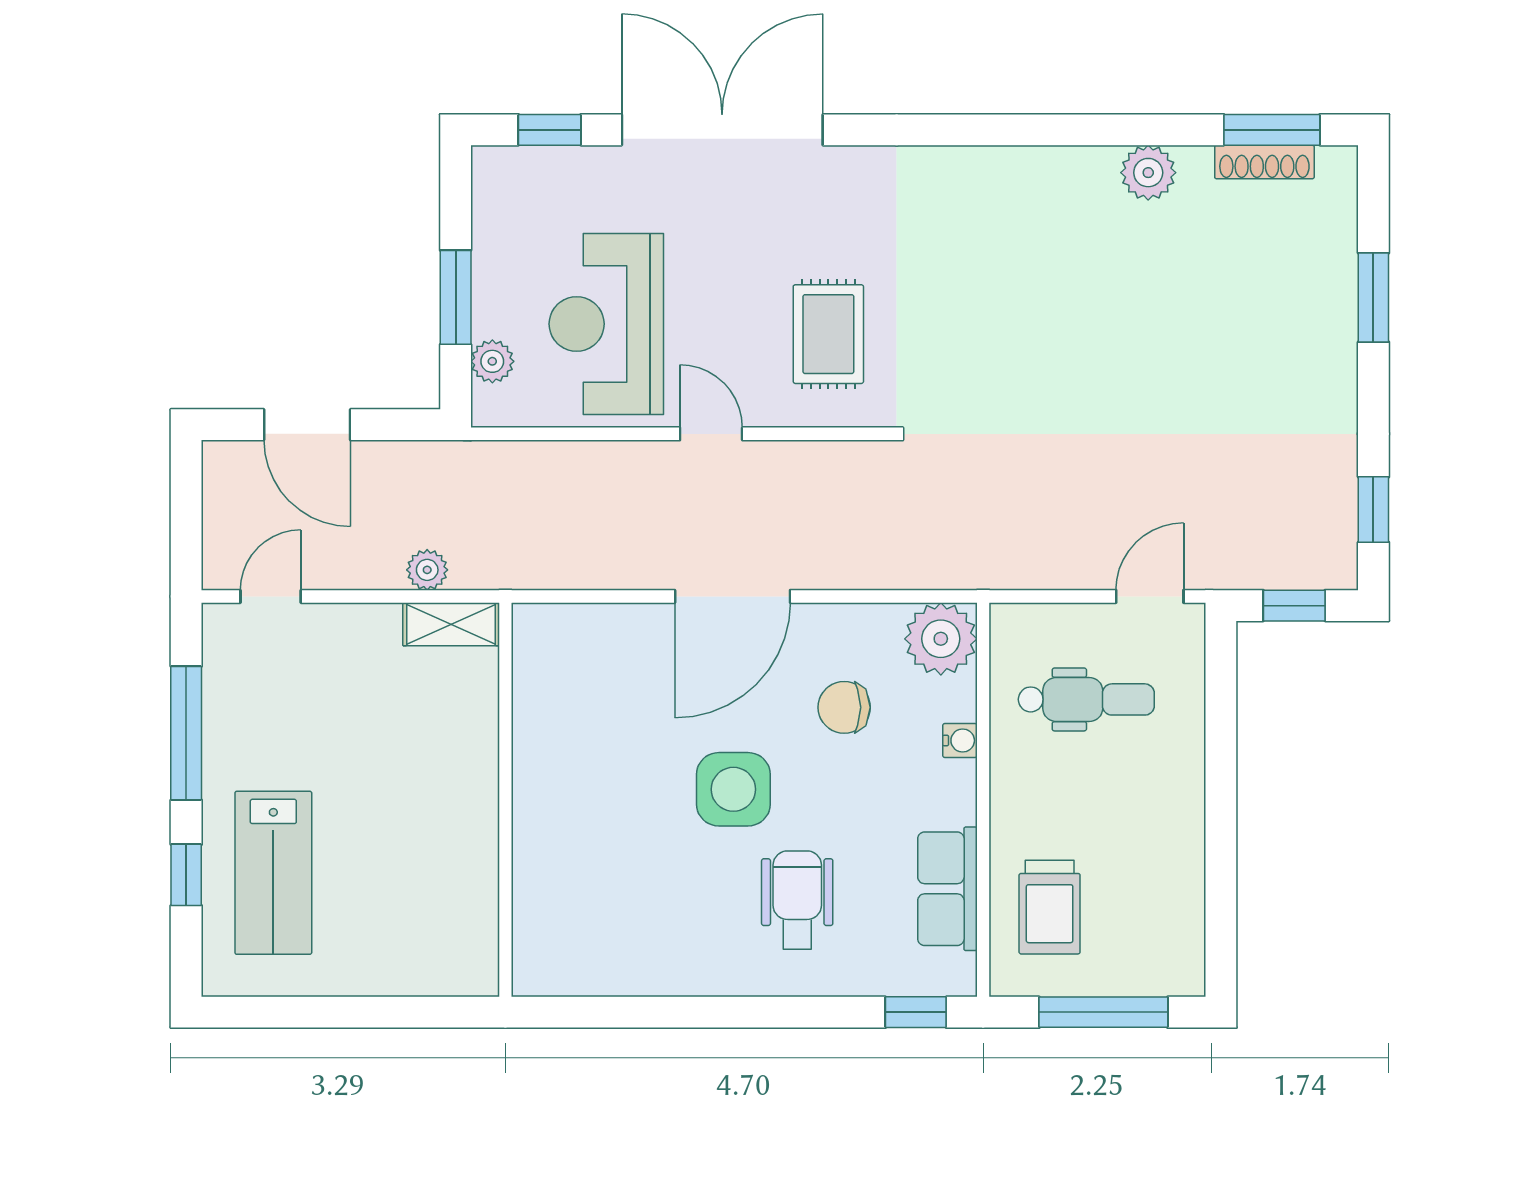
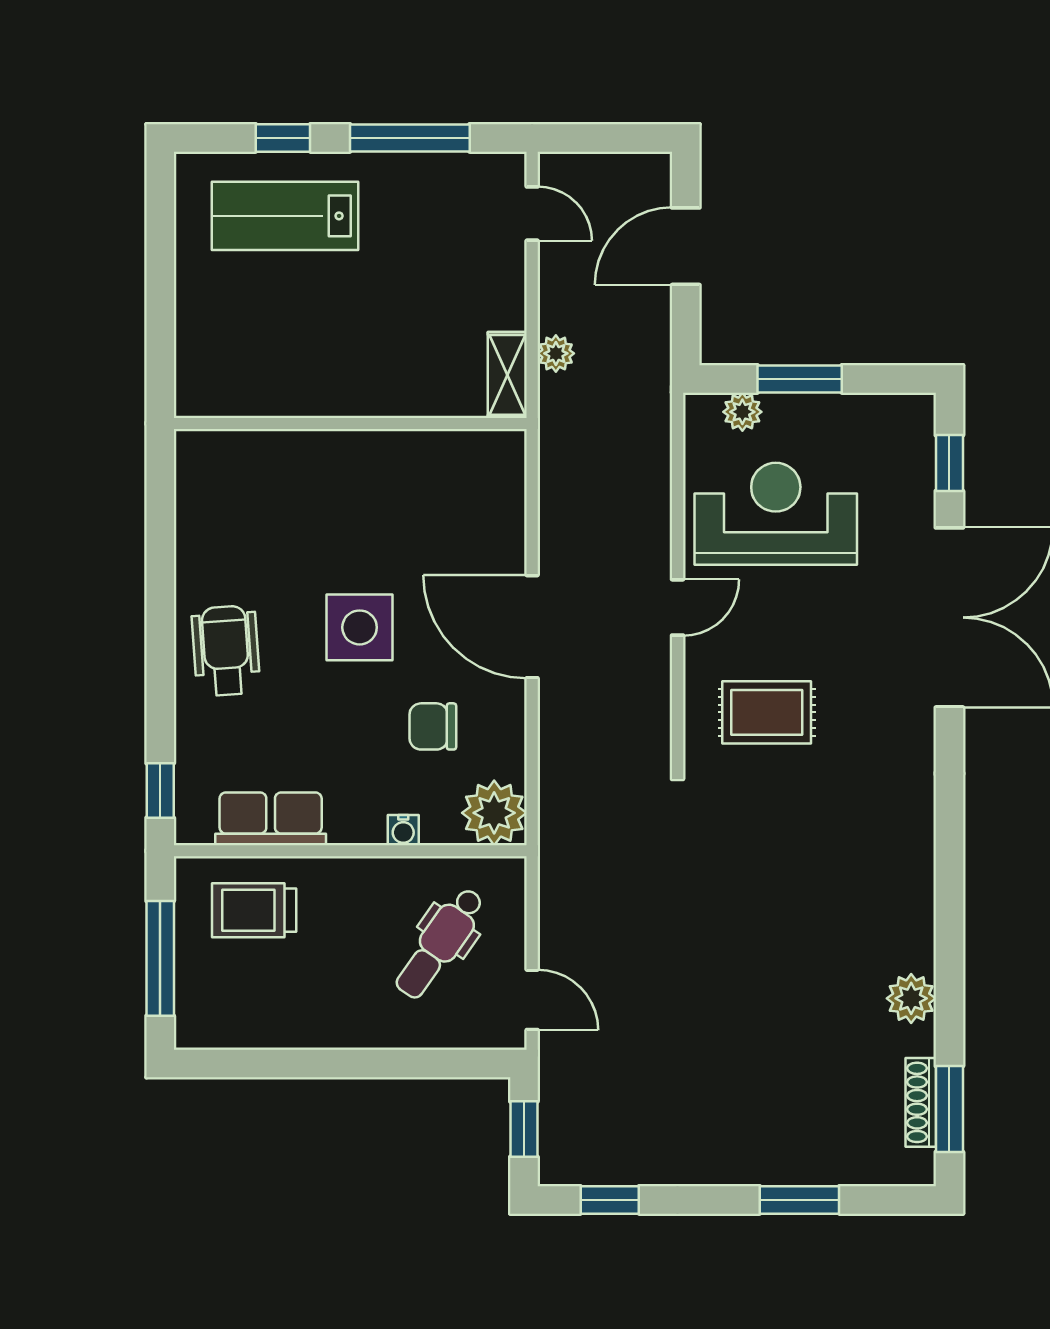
dental chair: (1086, 699) -> (440, 943), turned 35
chair: (844, 707) -> (433, 726), turned -90
wheelchair: (797, 900) -> (226, 651), moved, turned -94

